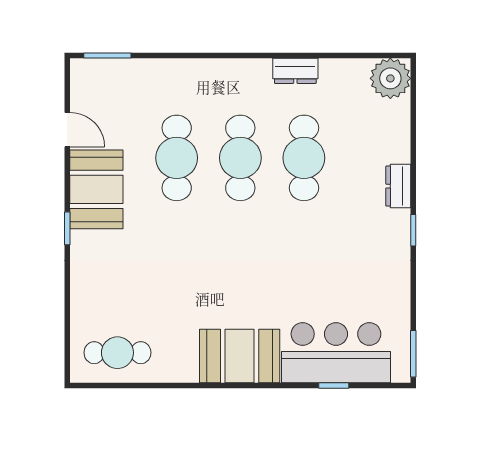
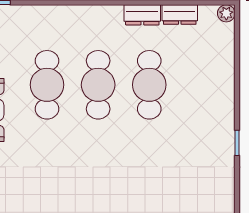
plant: (390, 78) -> (226, 13), width x0.53, depth x0.53
dresser: (398, 186) -> (180, 15), moved, turned -90

